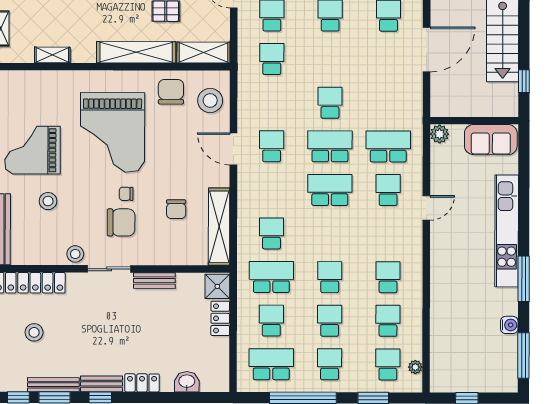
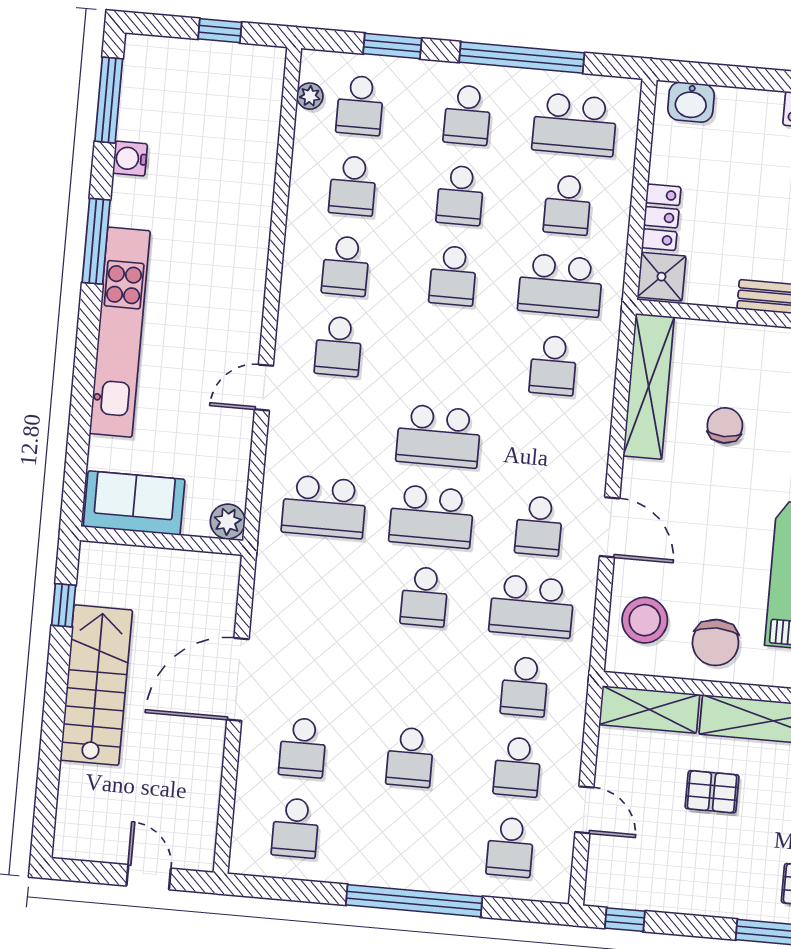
school desk: (272, 103) -> (532, 606), added
school desk: (388, 190) -> (338, 346), moved
washbasin: (187, 382) -> (691, 102), moved

